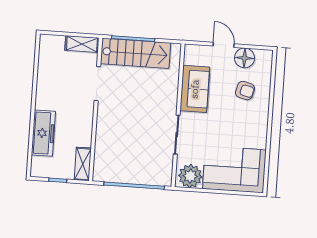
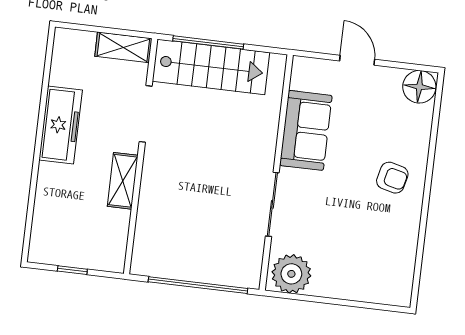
floor lamp: (245, 58) -> (419, 87), moved
armchair: (245, 91) -> (392, 178), moved
freezer: (43, 133) -> (61, 125), moved
shelving: (83, 164) -> (123, 181), moved
corner sofa: (234, 169) -> (365, 266), removed

